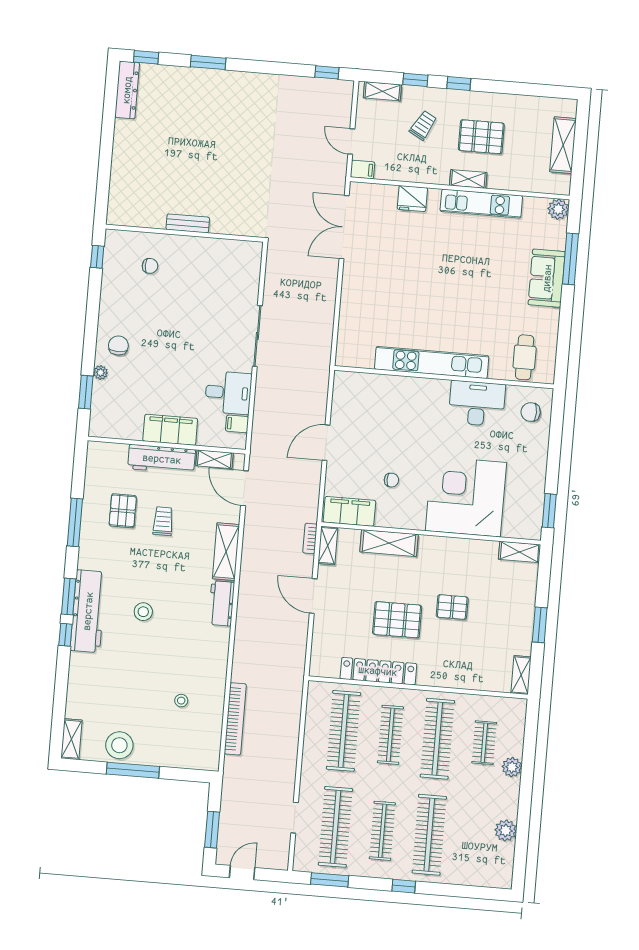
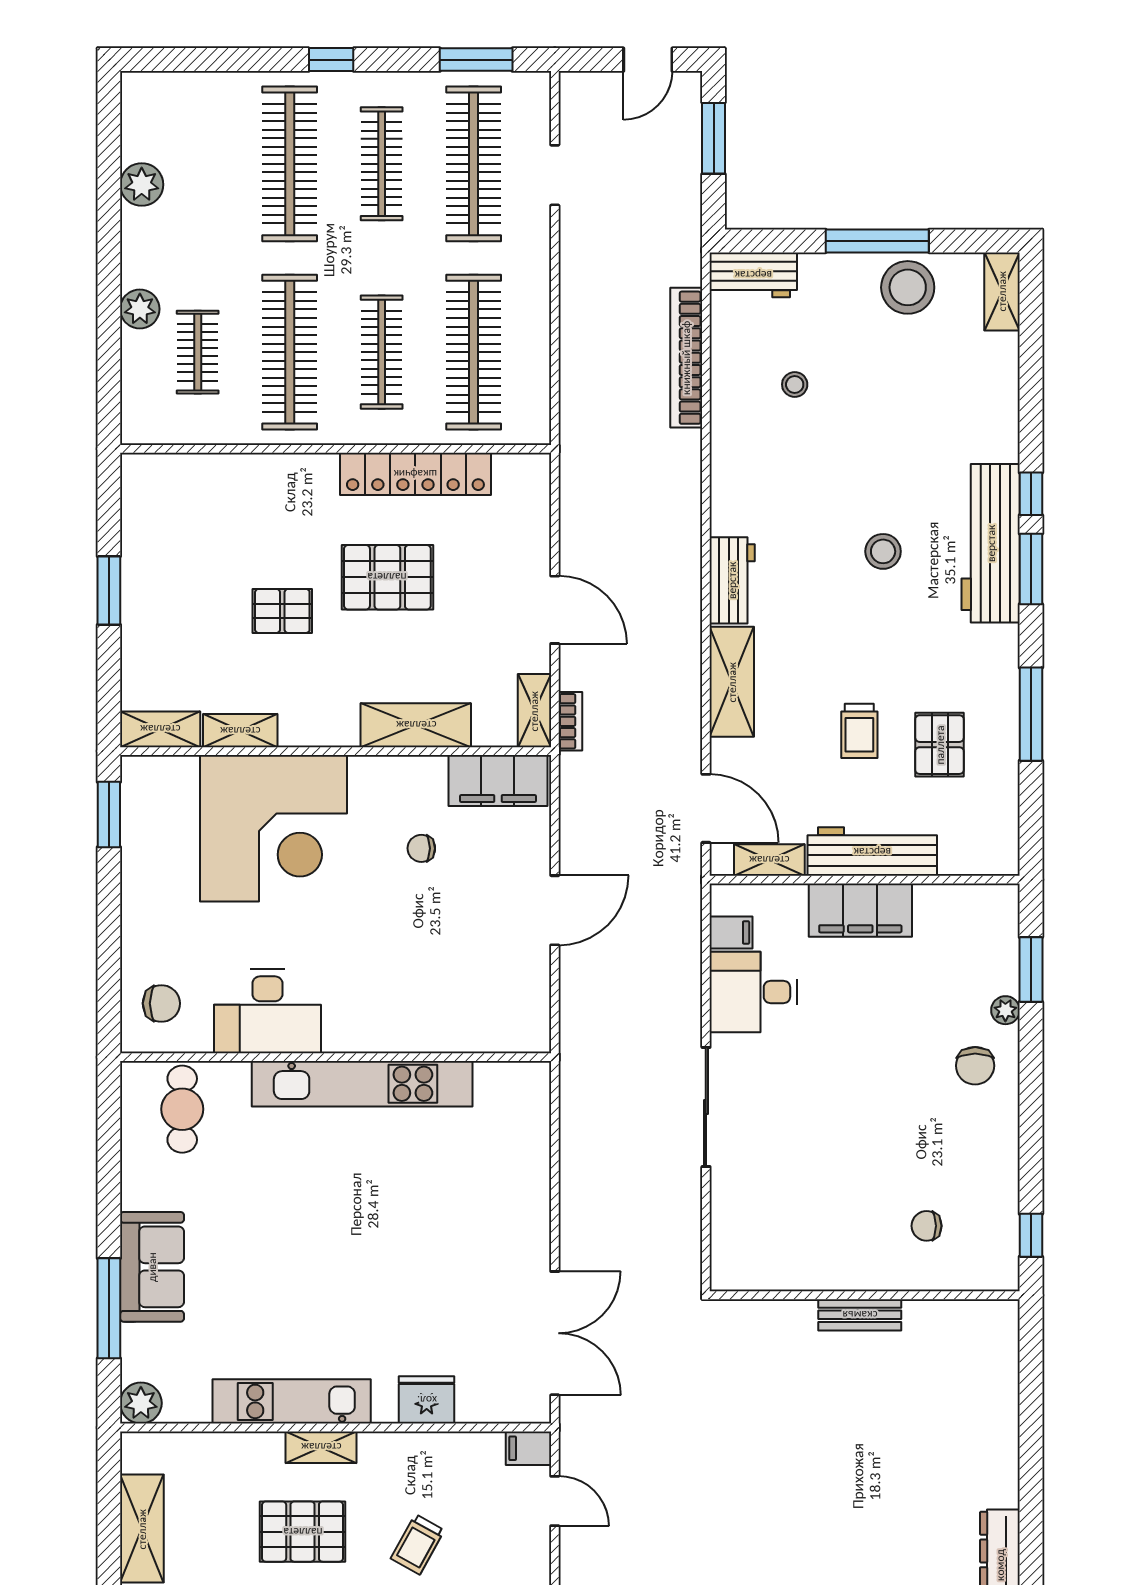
shelving: (521, 675) -> (240, 731), moved, turned 90
workbench: (198, 758) -> (753, 275), added

